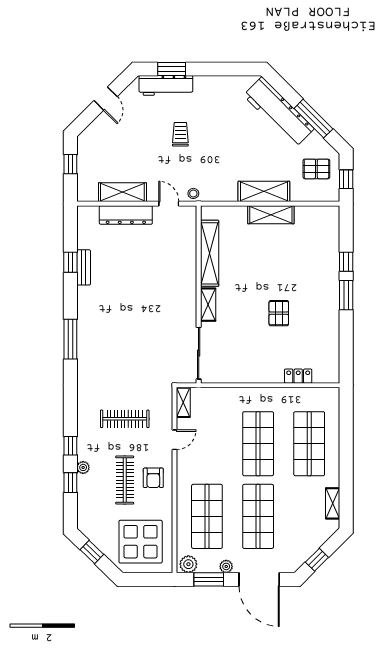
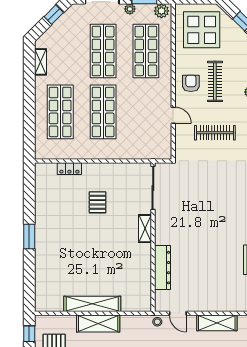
dresser: (126, 215) -> (162, 268), moved, turned 90
shelving: (271, 215) -> (92, 304), width x1.47
shelving: (210, 253) -> (144, 272), removed
window: (346, 262) -> (29, 265), removed
pallet: (279, 313) -> (98, 202), moved
shelving: (183, 402) -> (166, 147), removed
door: (175, 440) -> (173, 115), swing flipped

